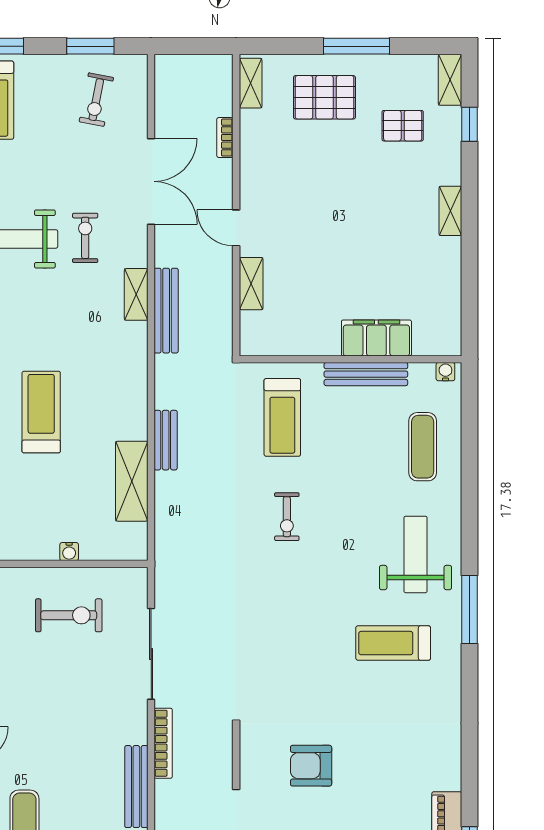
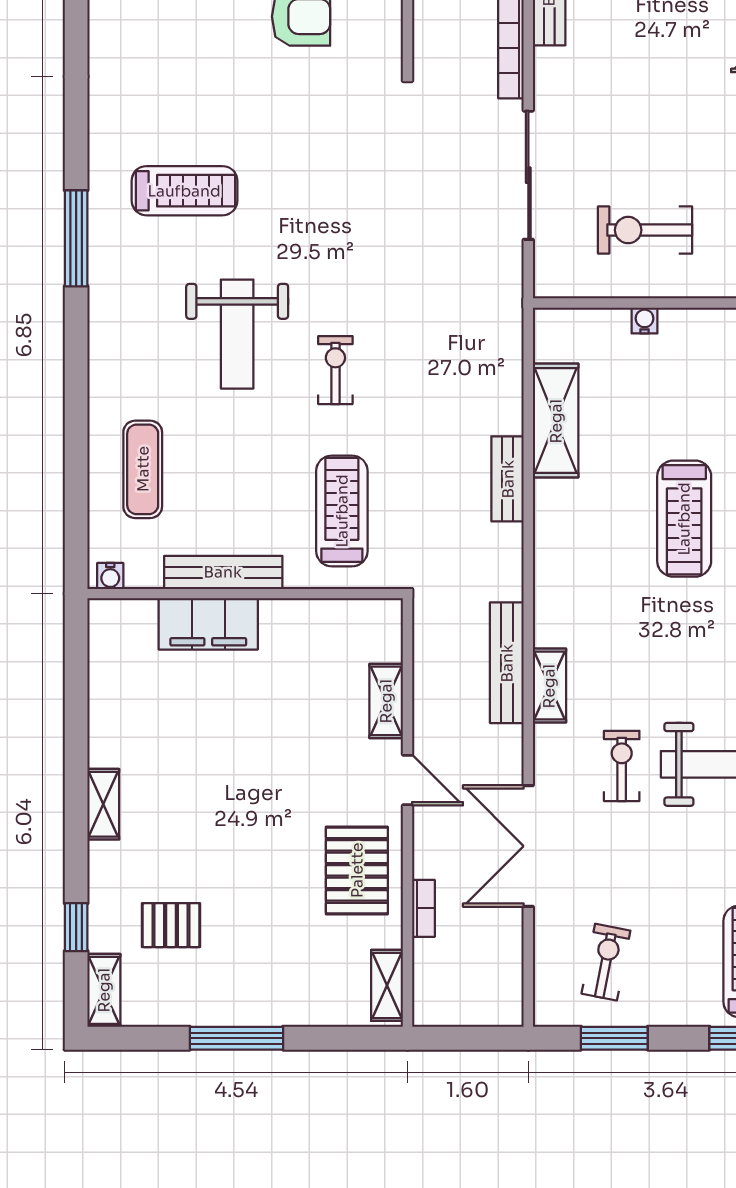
pallet: (324, 97) -> (357, 870), moved, turned 90
exercise bike: (85, 238) -> (622, 766), turned 180
weight bench: (415, 554) -> (237, 334), moved

